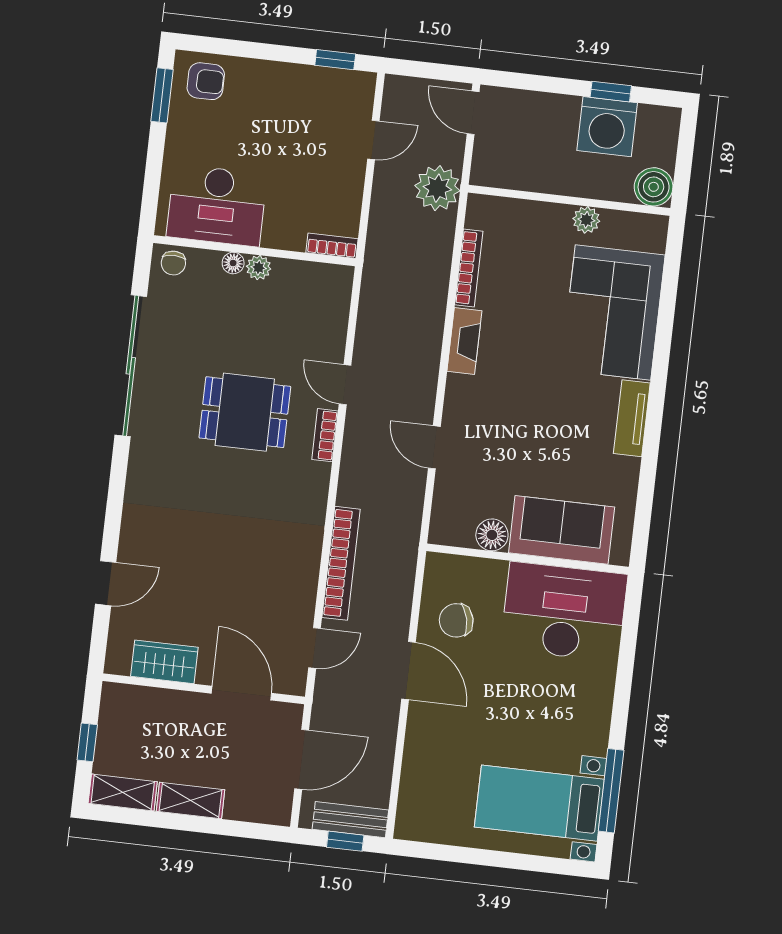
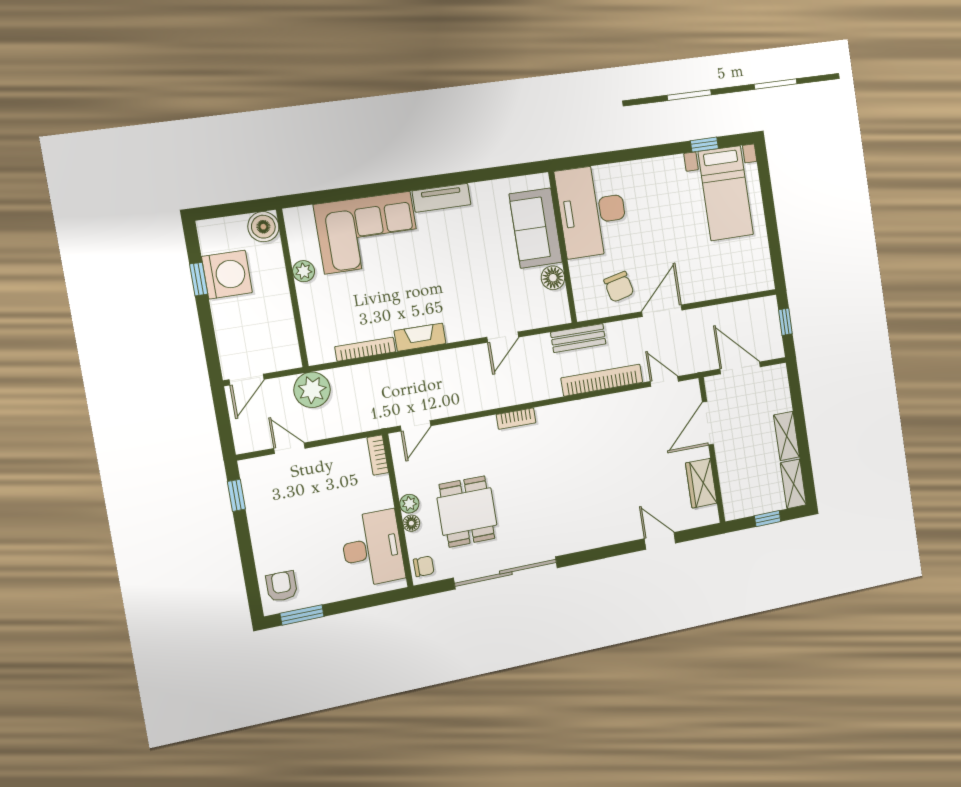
door: (345, 385) -> (415, 426), moved
dining table: (245, 412) -> (467, 511), moved
window: (611, 791) -> (704, 145), width x0.46
bench: (350, 820) -> (578, 338), moved, turned 90

